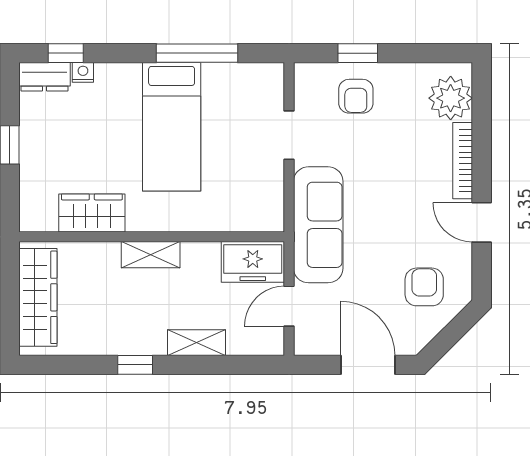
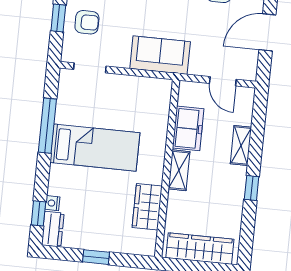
doorway: (289, 135) -> (90, 68), moved
sofa: (318, 225) -> (160, 55), width x0.73
freezer: (253, 262) -> (188, 128), moved

